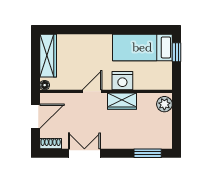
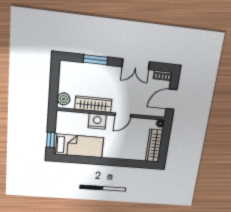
wardrobe: (122, 101) -> (93, 104), width x1.50
window: (148, 153) -> (96, 60), moved

